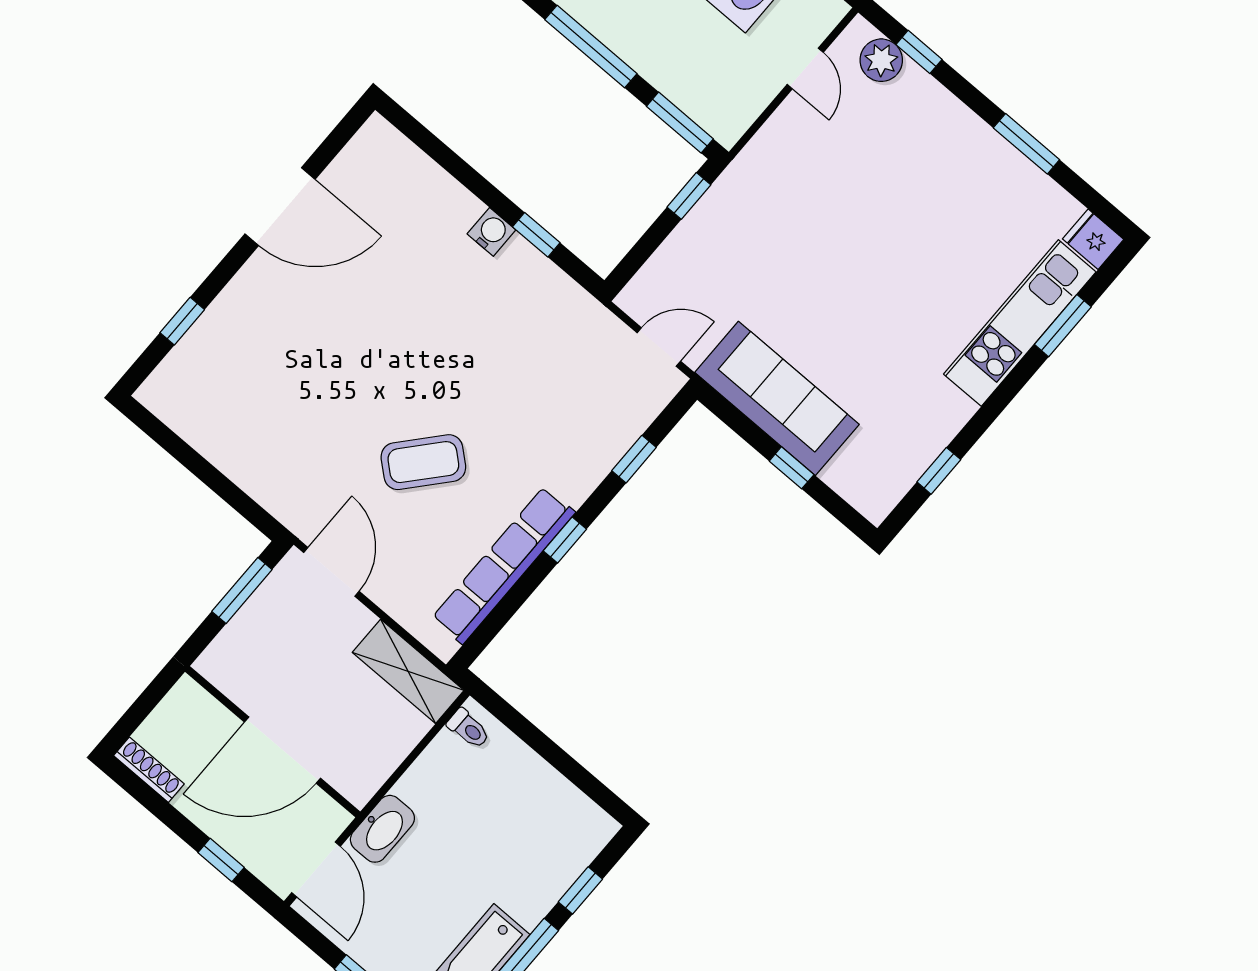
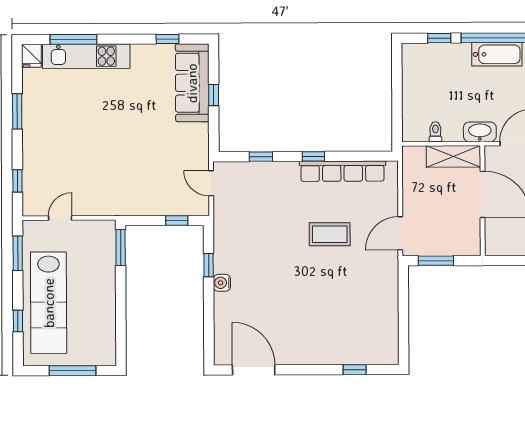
window: (591, 47) -> (121, 305), removed
plant: (881, 60) -> (33, 192), removed
window: (689, 196) -> (177, 220), moved
door: (280, 207) -> (254, 370), moved
window: (1063, 326) -> (73, 39), width x1.44
sofa: (777, 398) -> (192, 83), moved
coffee table: (423, 462) -> (330, 234), turned -41
shelving: (408, 671) -> (453, 156), moved, turned 90
toilet: (468, 729) -> (435, 132), moved

